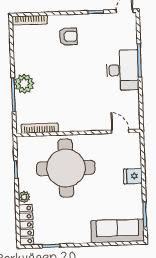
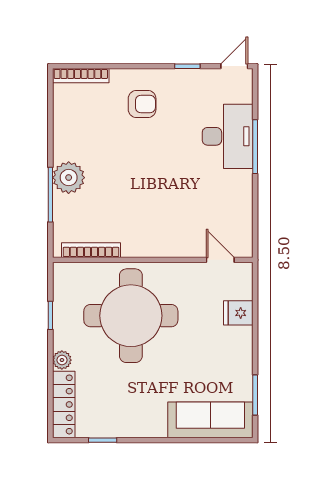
desk: (123, 70) -> (228, 136), moved
fridge: (133, 176) -> (238, 313), moved

